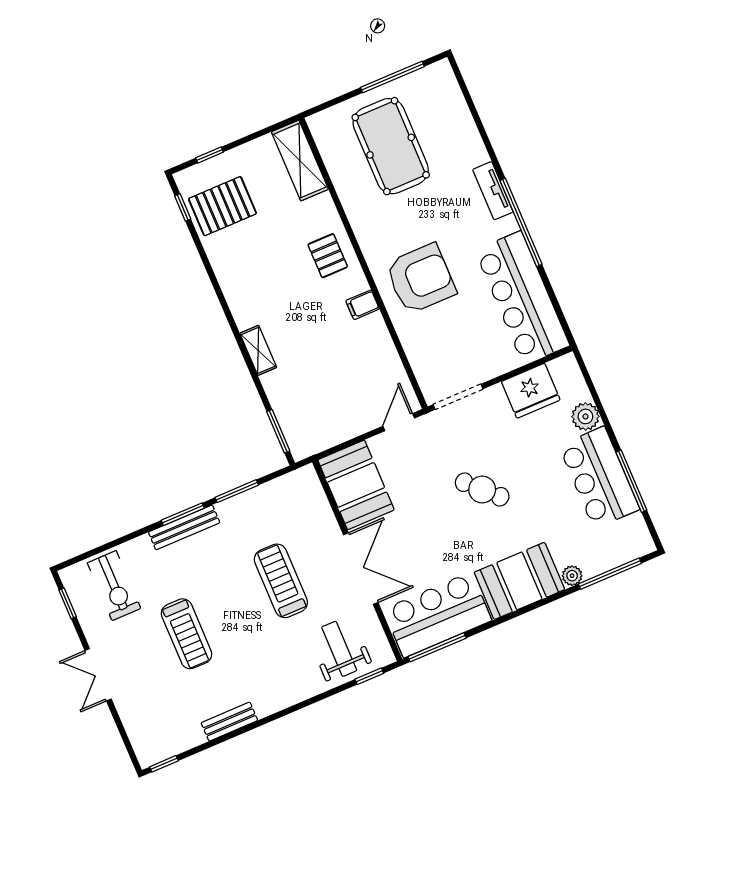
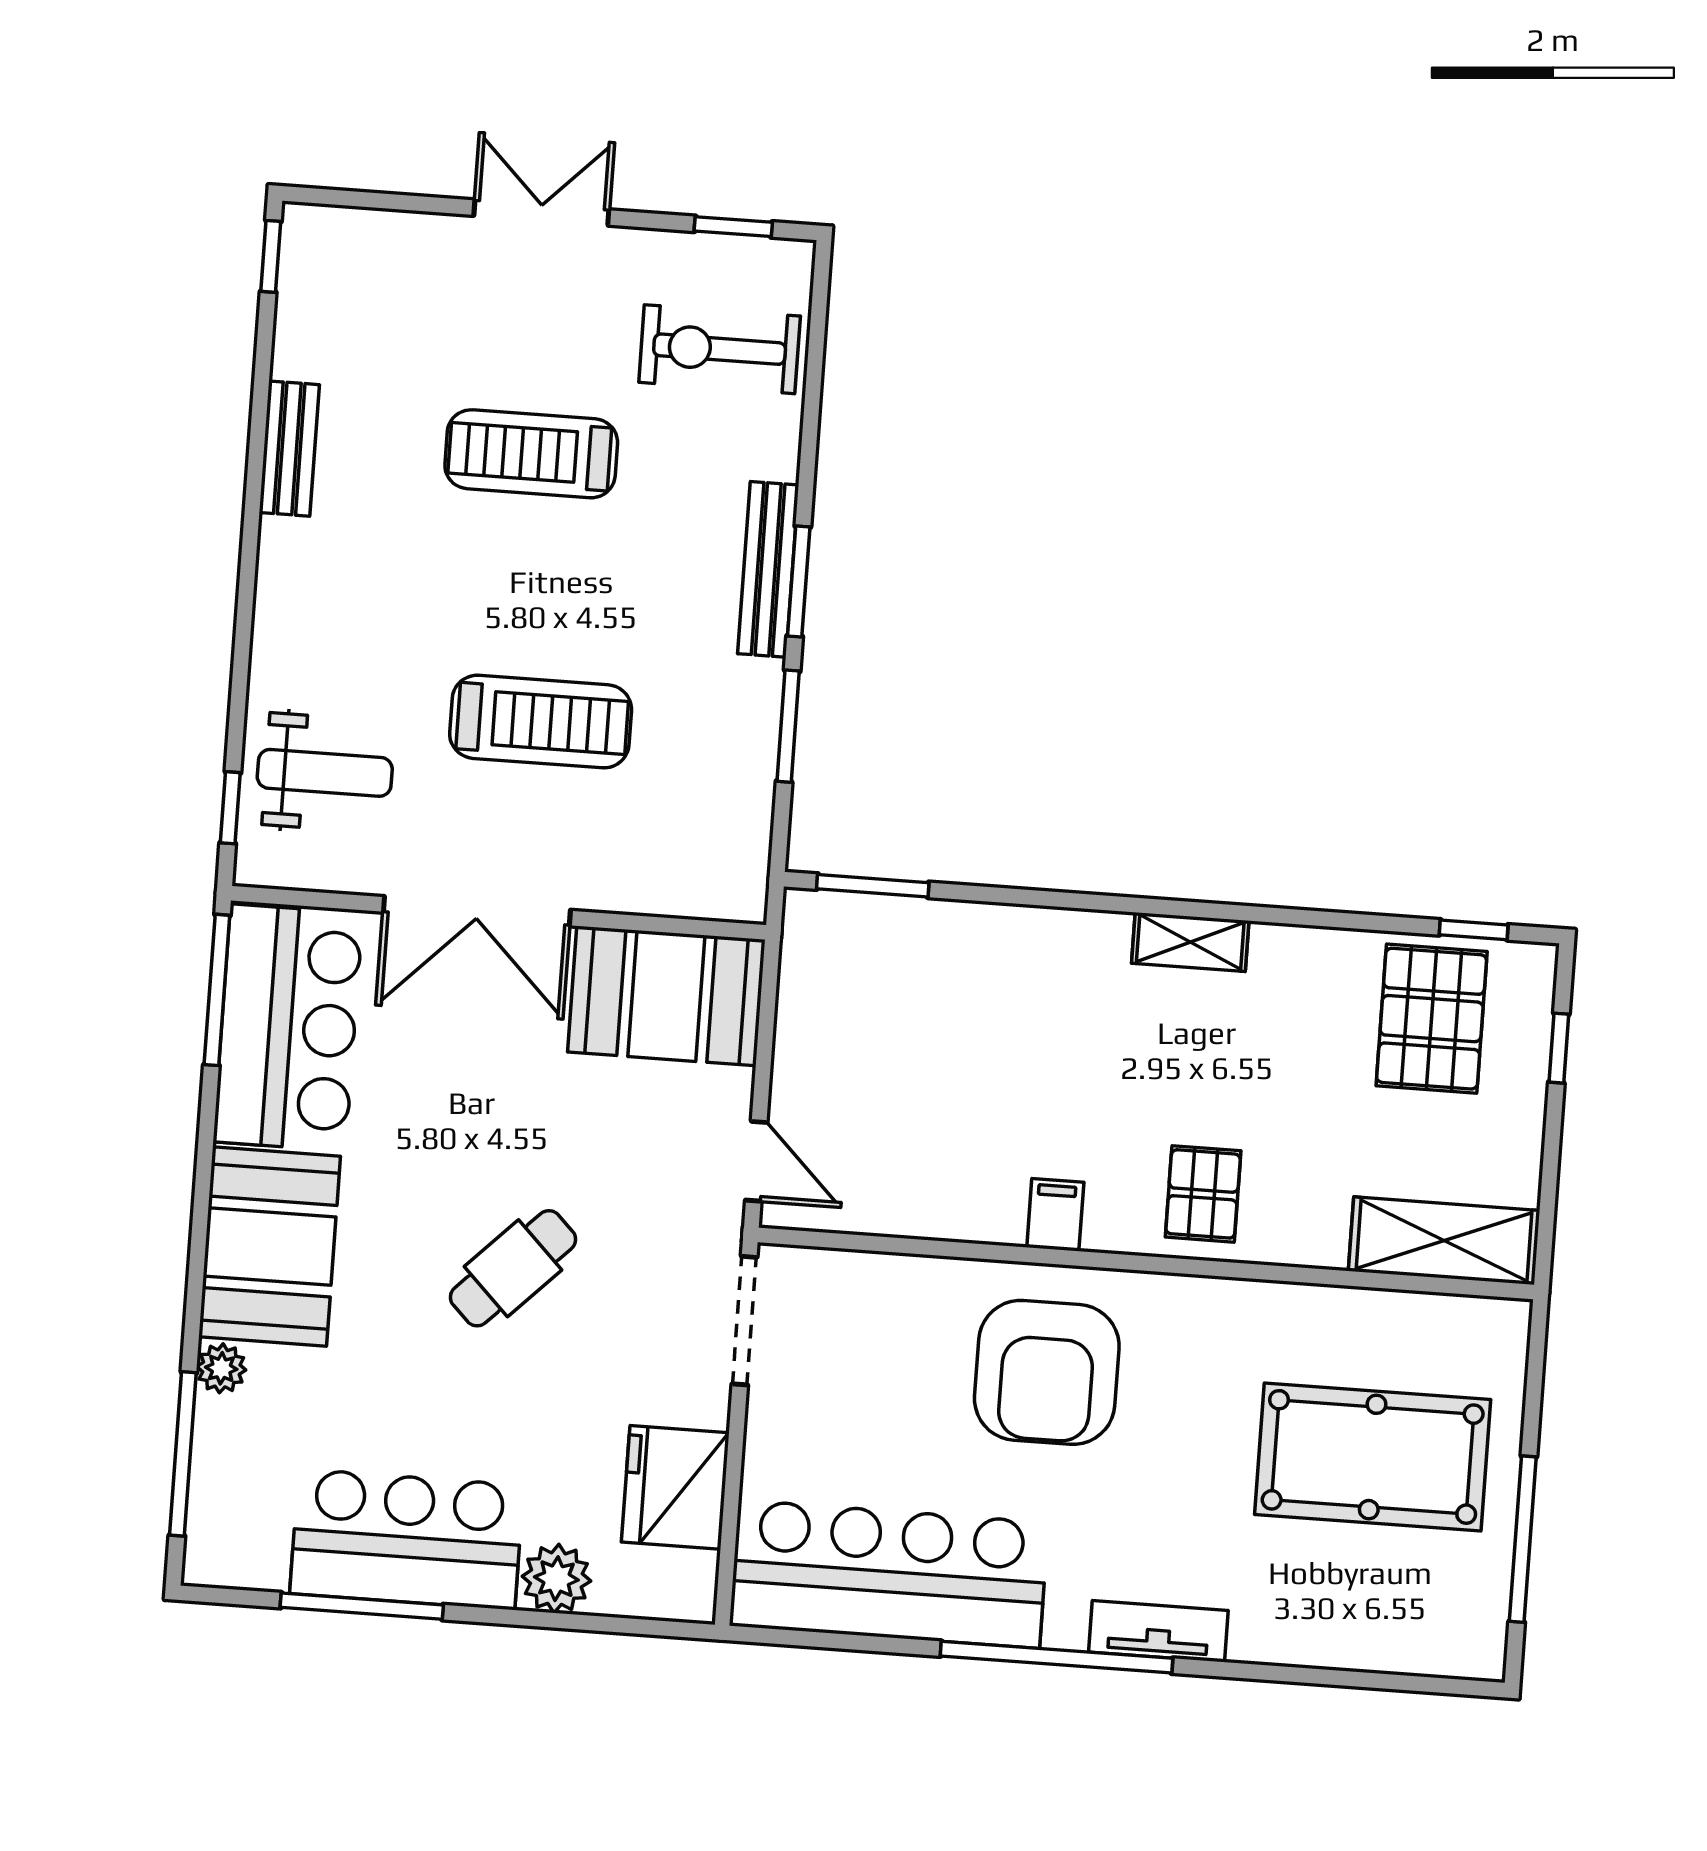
pallet: (328, 256) -> (1203, 1194), turned 90
shelving: (258, 350) -> (1190, 942), moved

